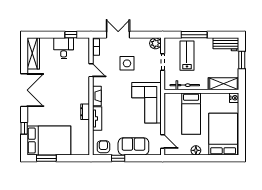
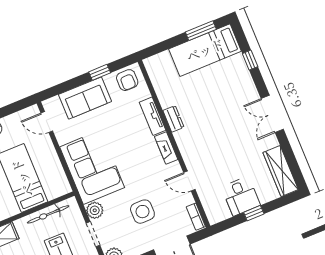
window: (71, 35) -> (254, 213), moved
plant: (156, 76) -> (95, 210), added
double door: (24, 90) -> (272, 114), width x0.73
bed: (49, 141) -> (205, 50), width x0.67

